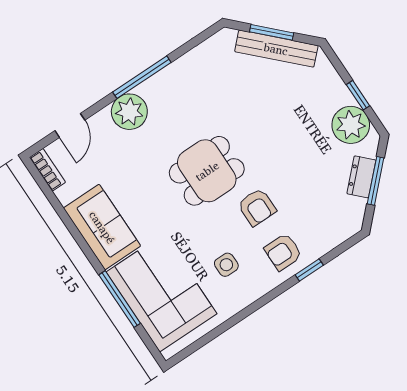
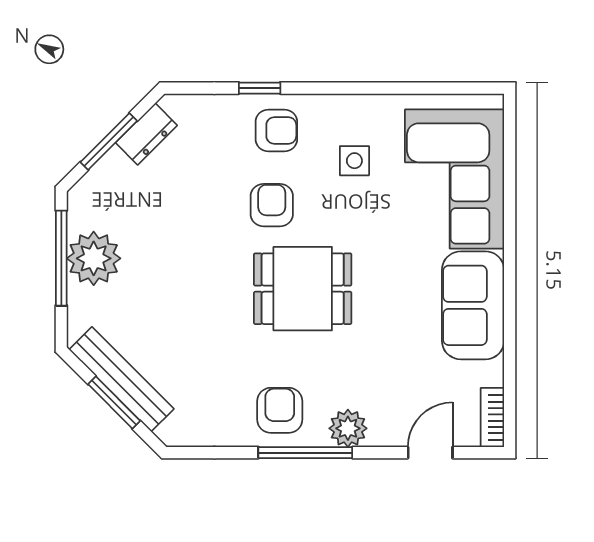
armchair: (173, 92) -> (280, 410), added
window: (358, 95) -> (61, 258), width x2.17
plant: (129, 112) -> (348, 428), width x0.73, depth x0.73
plant: (351, 125) -> (94, 258), moved
dresser: (361, 177) -> (146, 134), moved
window: (120, 299) -> (510, 205), removed

